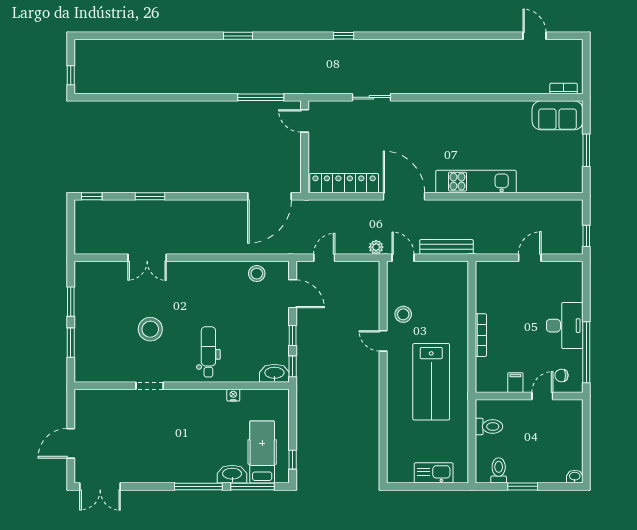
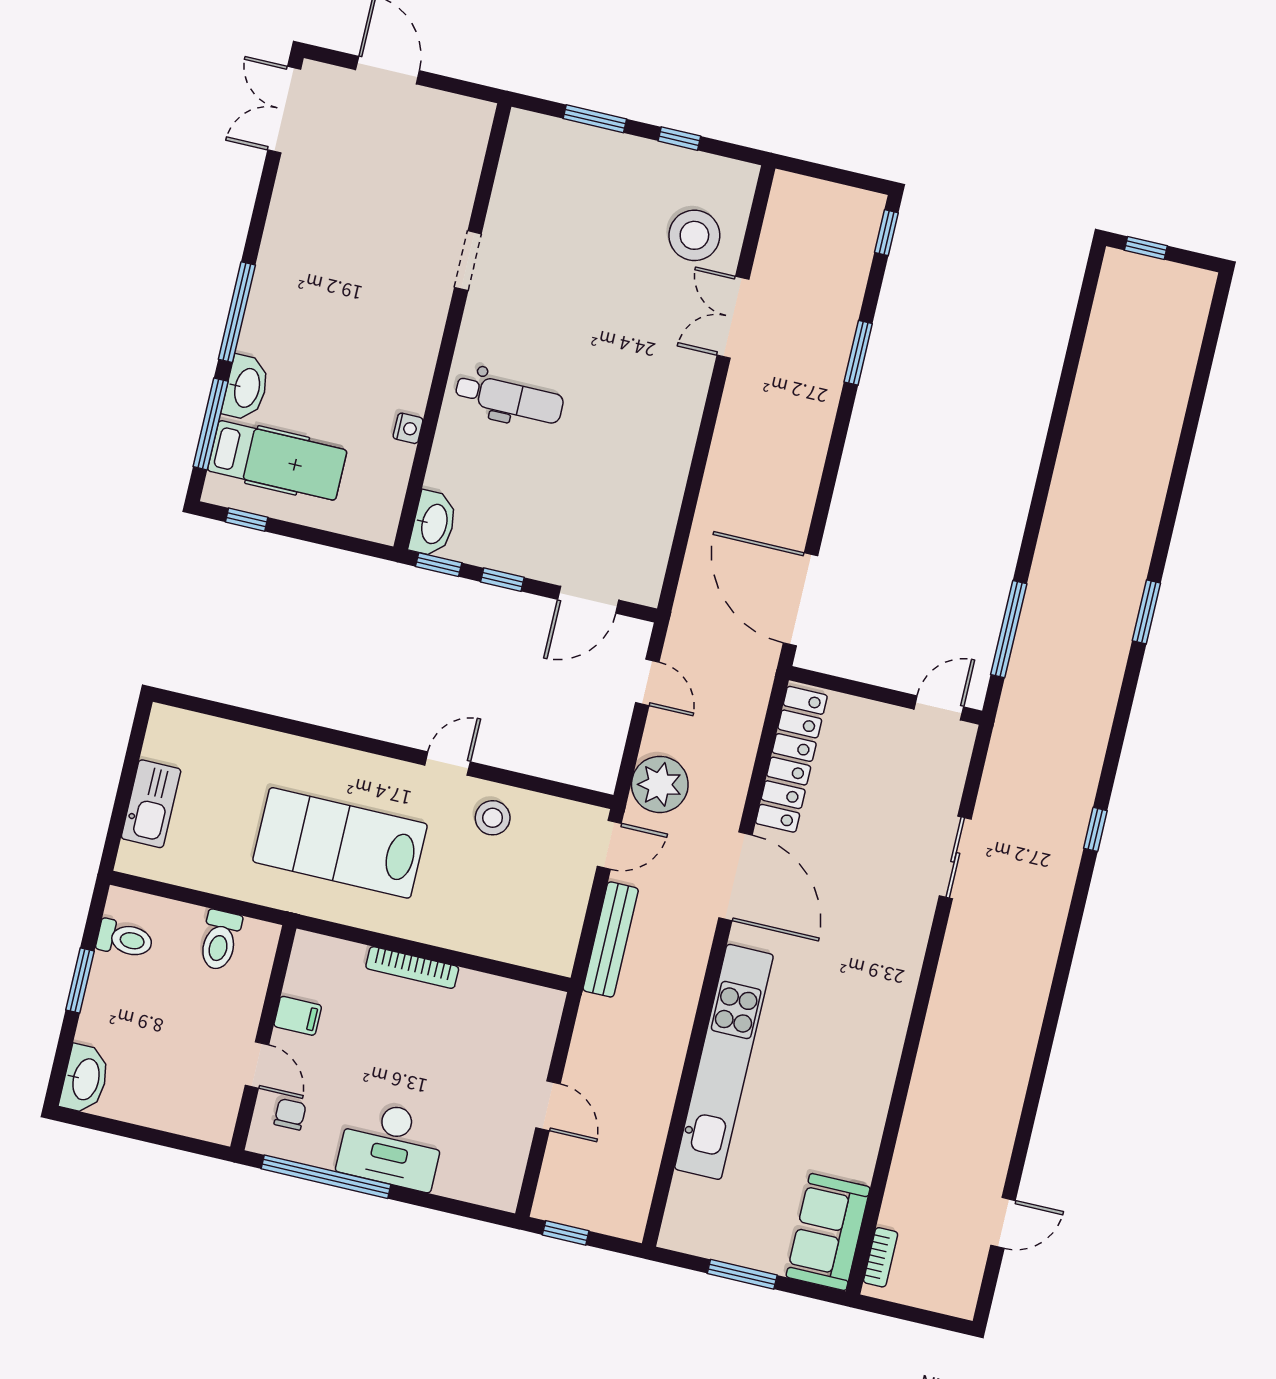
kitchen unit: (476, 182) -> (724, 1062), width x1.36
door: (404, 196) -> (735, 876), hinge flipped
plant: (376, 247) -> (660, 784), width x1.88, depth x1.88
stool: (257, 274) -> (647, 536), removed
window: (71, 302) -> (679, 139), width x0.67
stool: (150, 329) -> (694, 235), moved
washbasin: (575, 477) -> (85, 1079), width x1.91, depth x1.45

